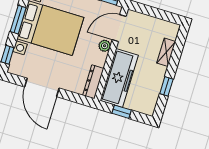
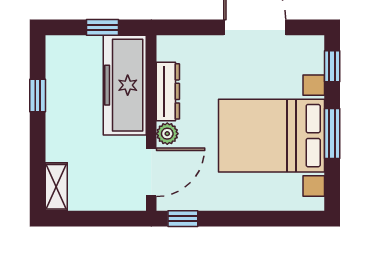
shelving: (166, 52) -> (56, 187), moved
dresser: (93, 82) -> (168, 91), moved

